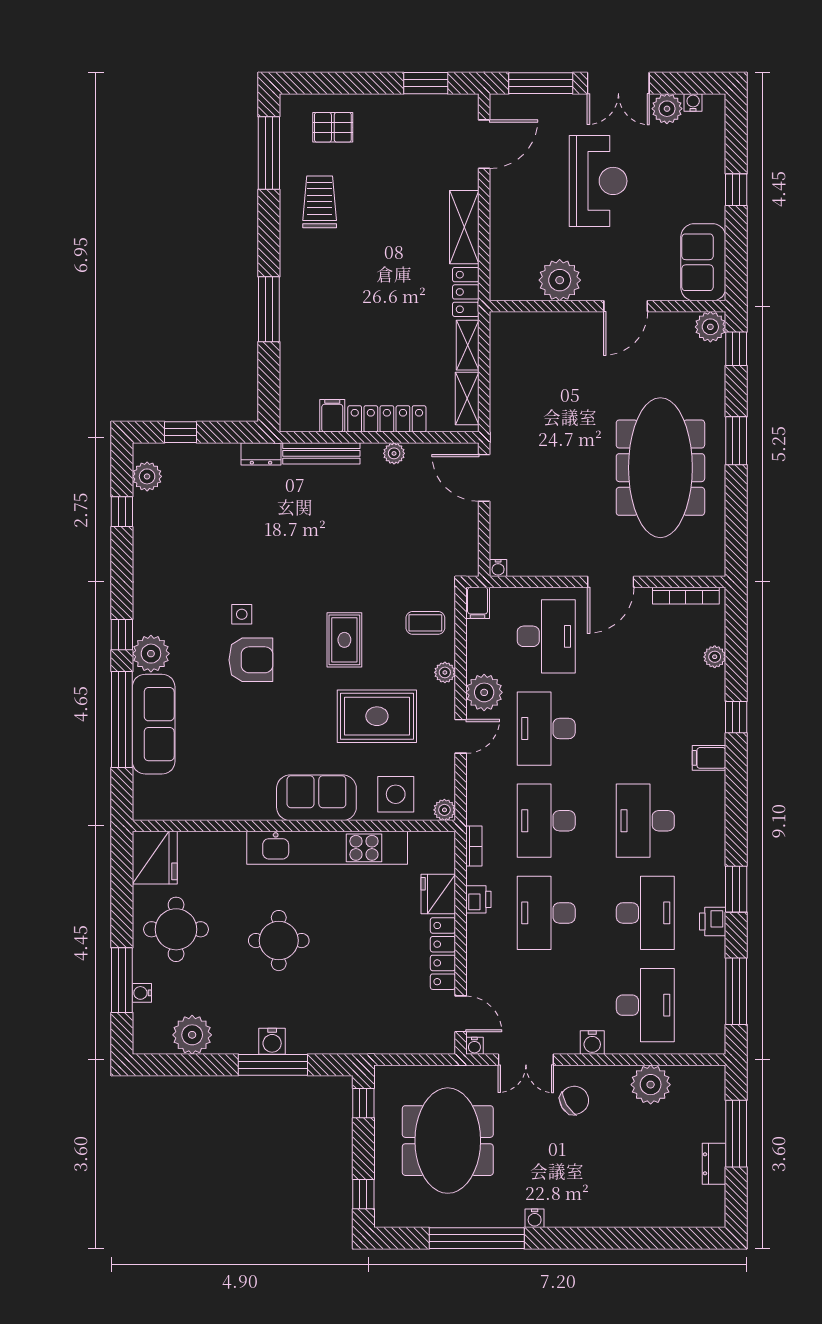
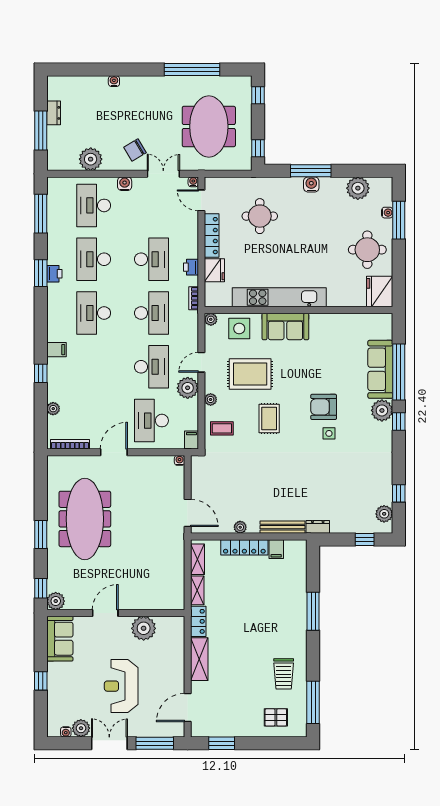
desk: (645, 821) -> (94, 313), turned 180
printer: (713, 921) -> (54, 274), moved
round table: (279, 941) -> (260, 216), moved
water cooler: (535, 1218) -> (114, 81), moved

